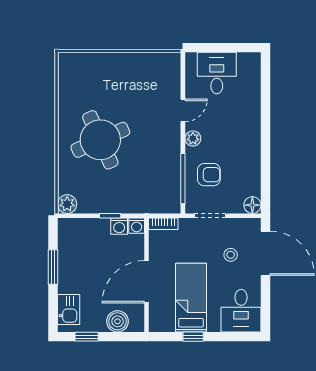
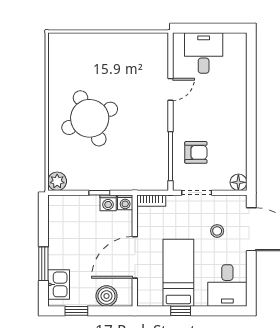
plant: (193, 138) -> (180, 117), removed
window: (53, 267) -> (43, 264), moved

